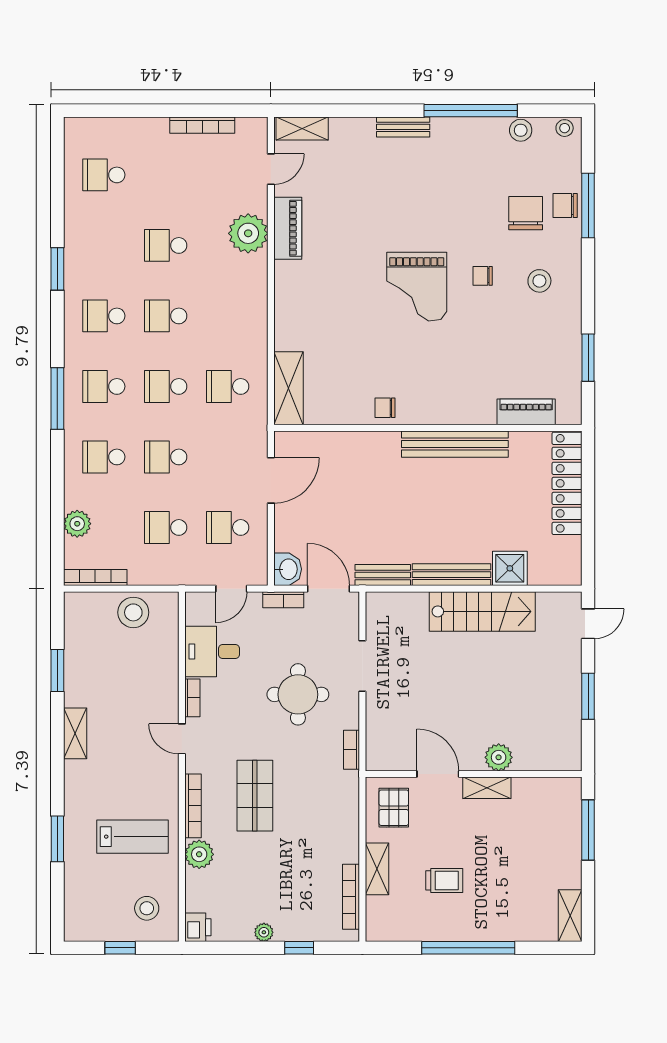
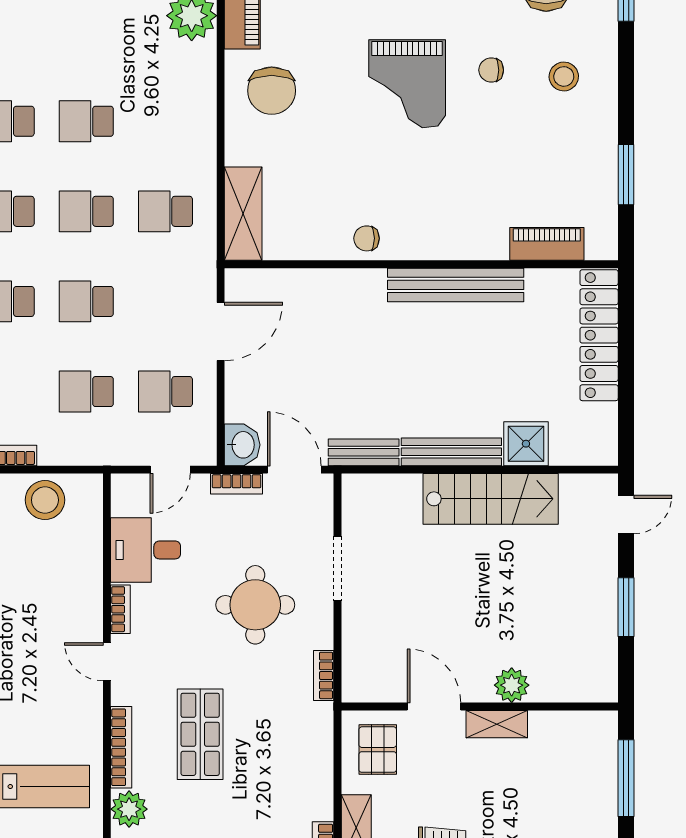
school desk: (166, 245) -> (86, 31), removed
chair: (311, 292) -> (272, 91), added

